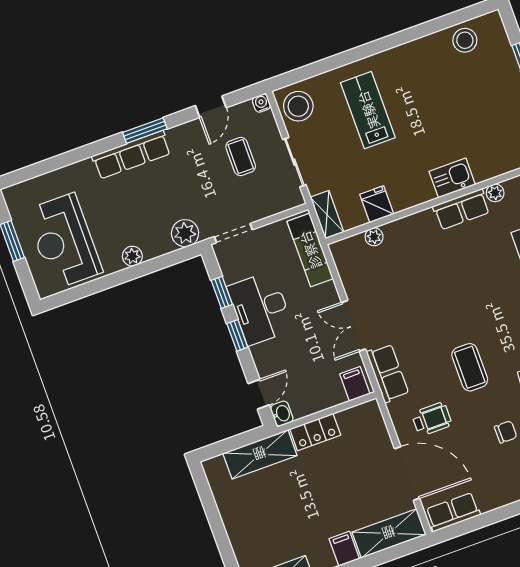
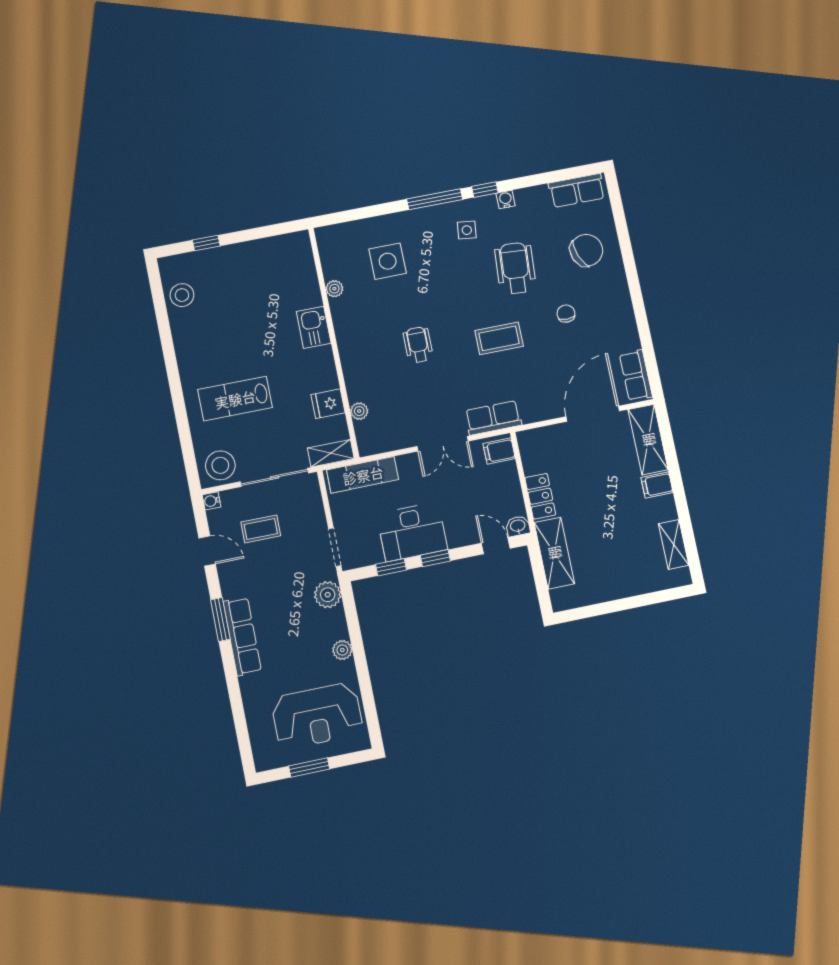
sliding door: (294, 162) -> (275, 477), width x1.37
row of seats: (461, 209) -> (345, 323), removed
wheelchair: (432, 419) -> (418, 345), moved

